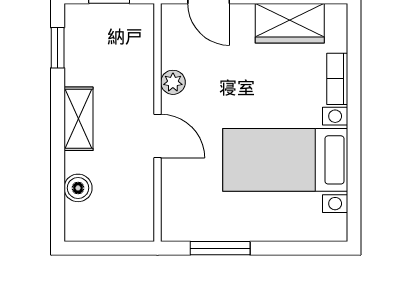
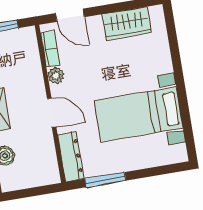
bookcase: (337, 79) -> (50, 49), moved, turned 180
dresser: (175, 206) -> (71, 157), added

